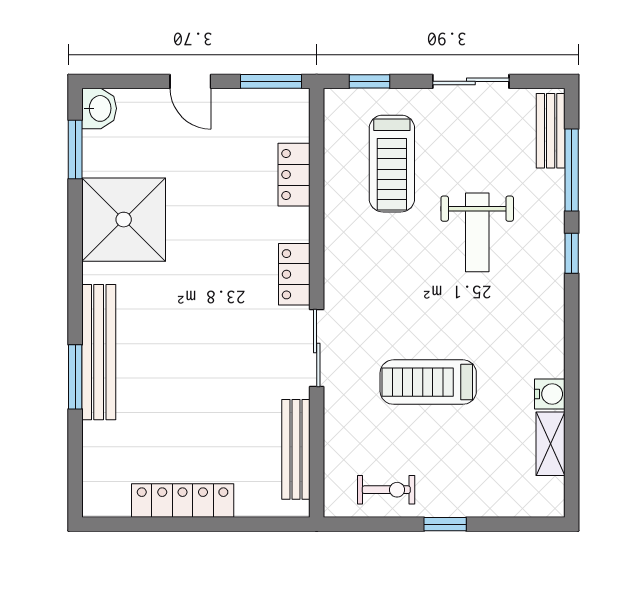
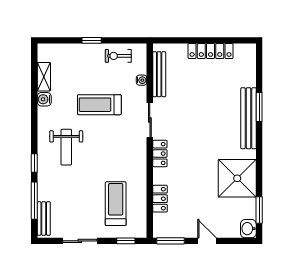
weight bench: (477, 232) -> (66, 147), moved, turned 180
treadmill: (428, 382) -> (99, 105), turned 180
water cooler: (335, 436) -> (142, 80), added

